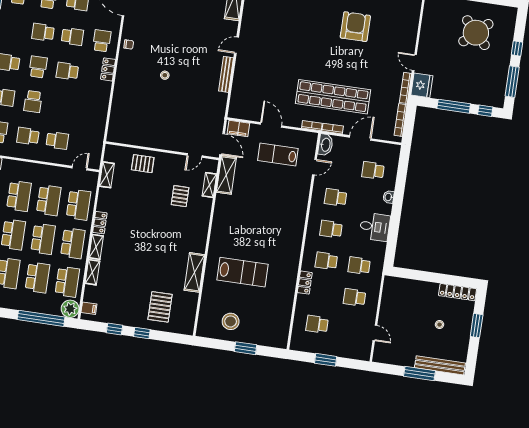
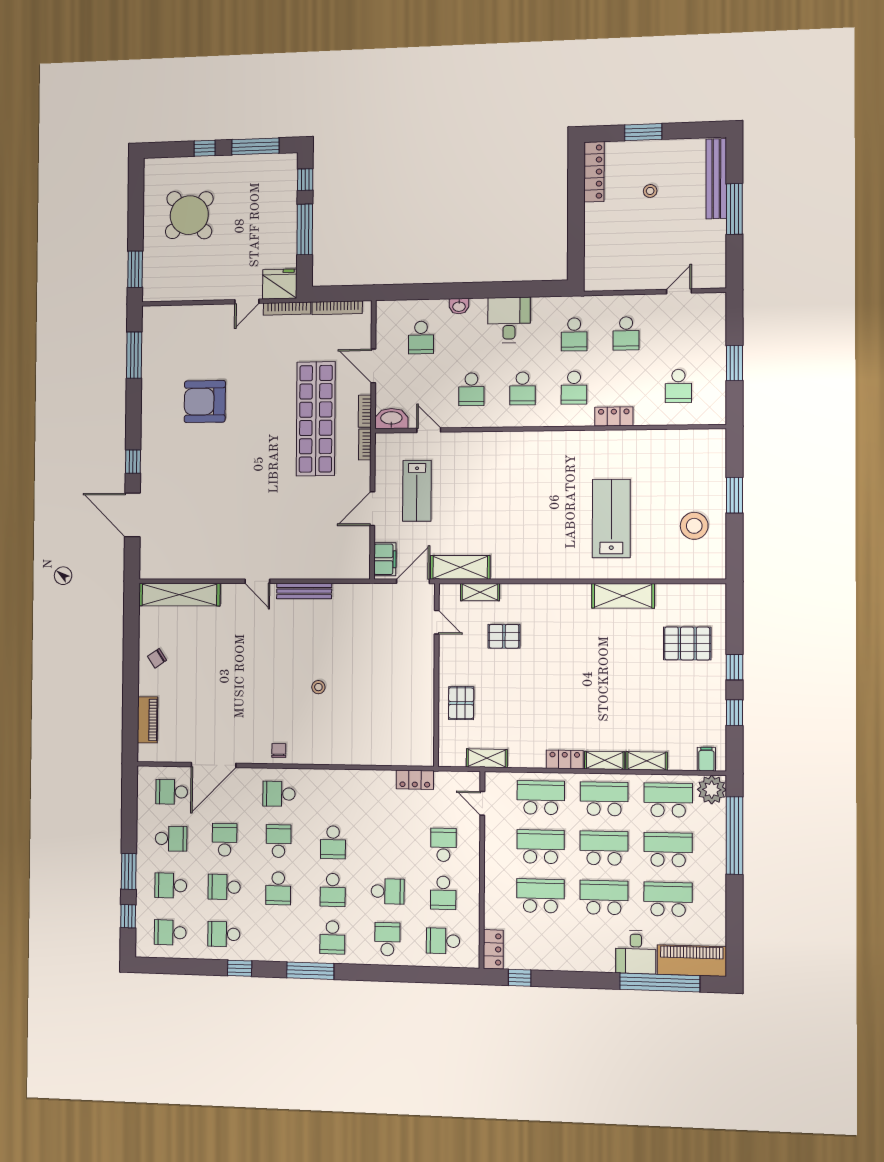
school desk: (38, 67) -> (333, 890), turned -90
locker: (108, 69) -> (415, 780), moved

